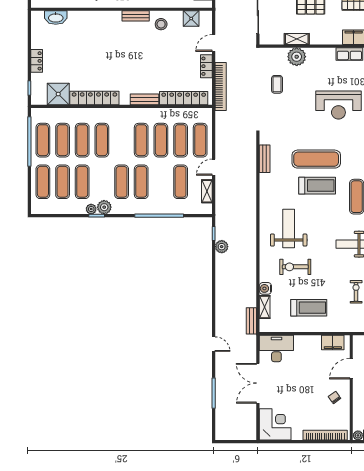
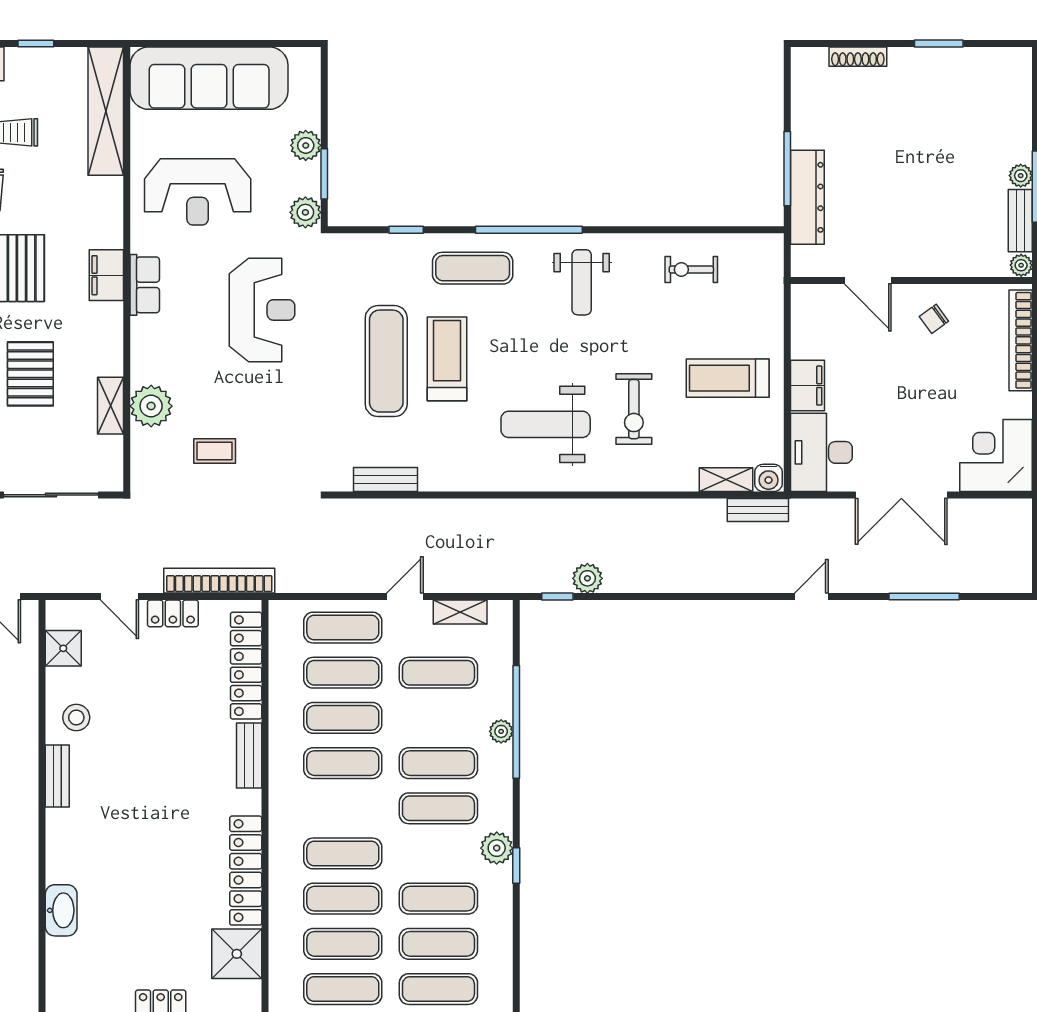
washbasin: (56, 18) -> (61, 910), moved
door: (214, 167) -> (405, 597), swing flipped
plant: (91, 209) -> (501, 731), moved
water cooler: (265, 288) -> (769, 478), moved
treadmill: (309, 308) -> (728, 378), turned -90
filing cabinet: (333, 342) -> (807, 386), moved

